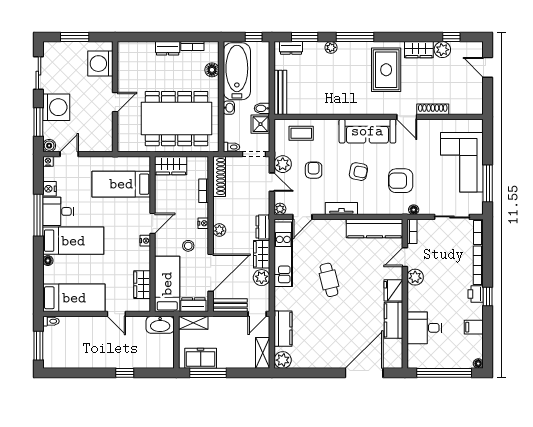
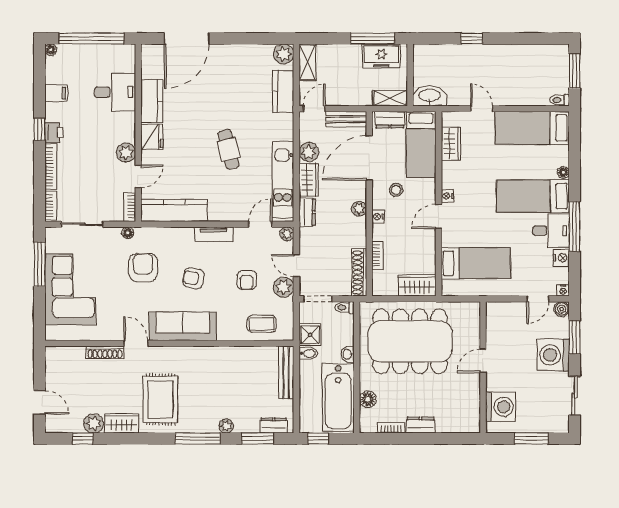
armchair: (401, 181) -> (143, 267), turned -90

